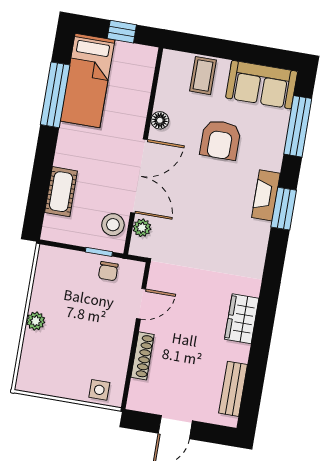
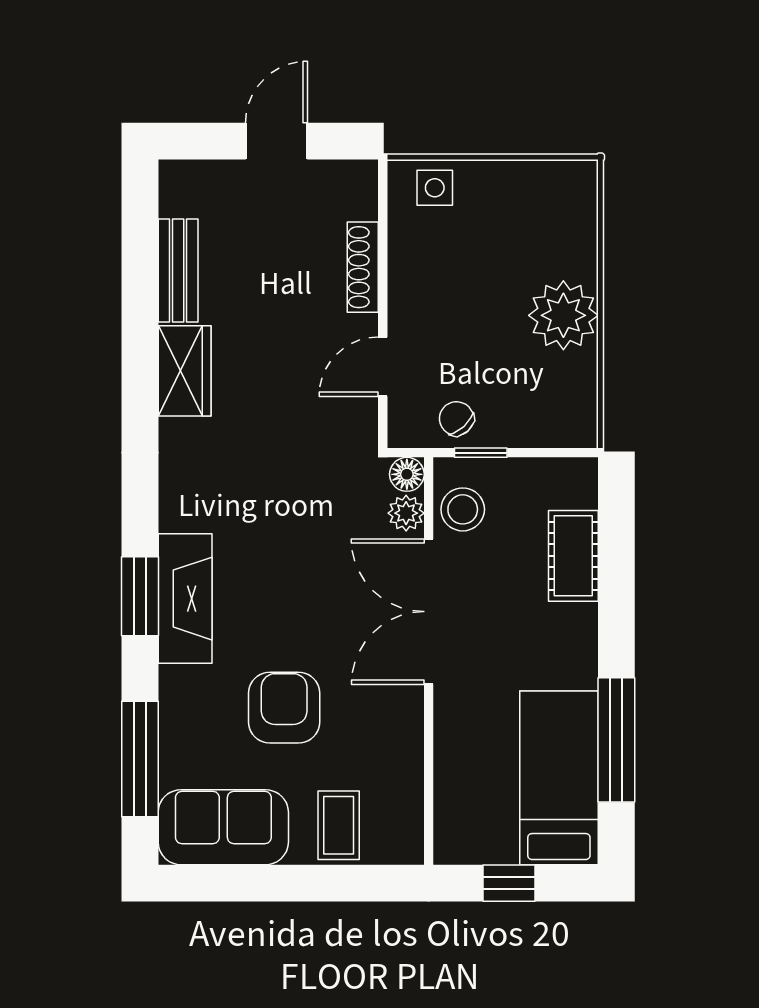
floor lamp: (160, 120) -> (407, 474), moved
fireplace: (266, 195) -> (185, 599), width x1.37, depth x1.32
chair: (108, 271) -> (457, 419), turned -42
plant: (36, 321) -> (563, 315), width x1.87, depth x1.87
bench: (233, 389) -> (178, 270), moved

